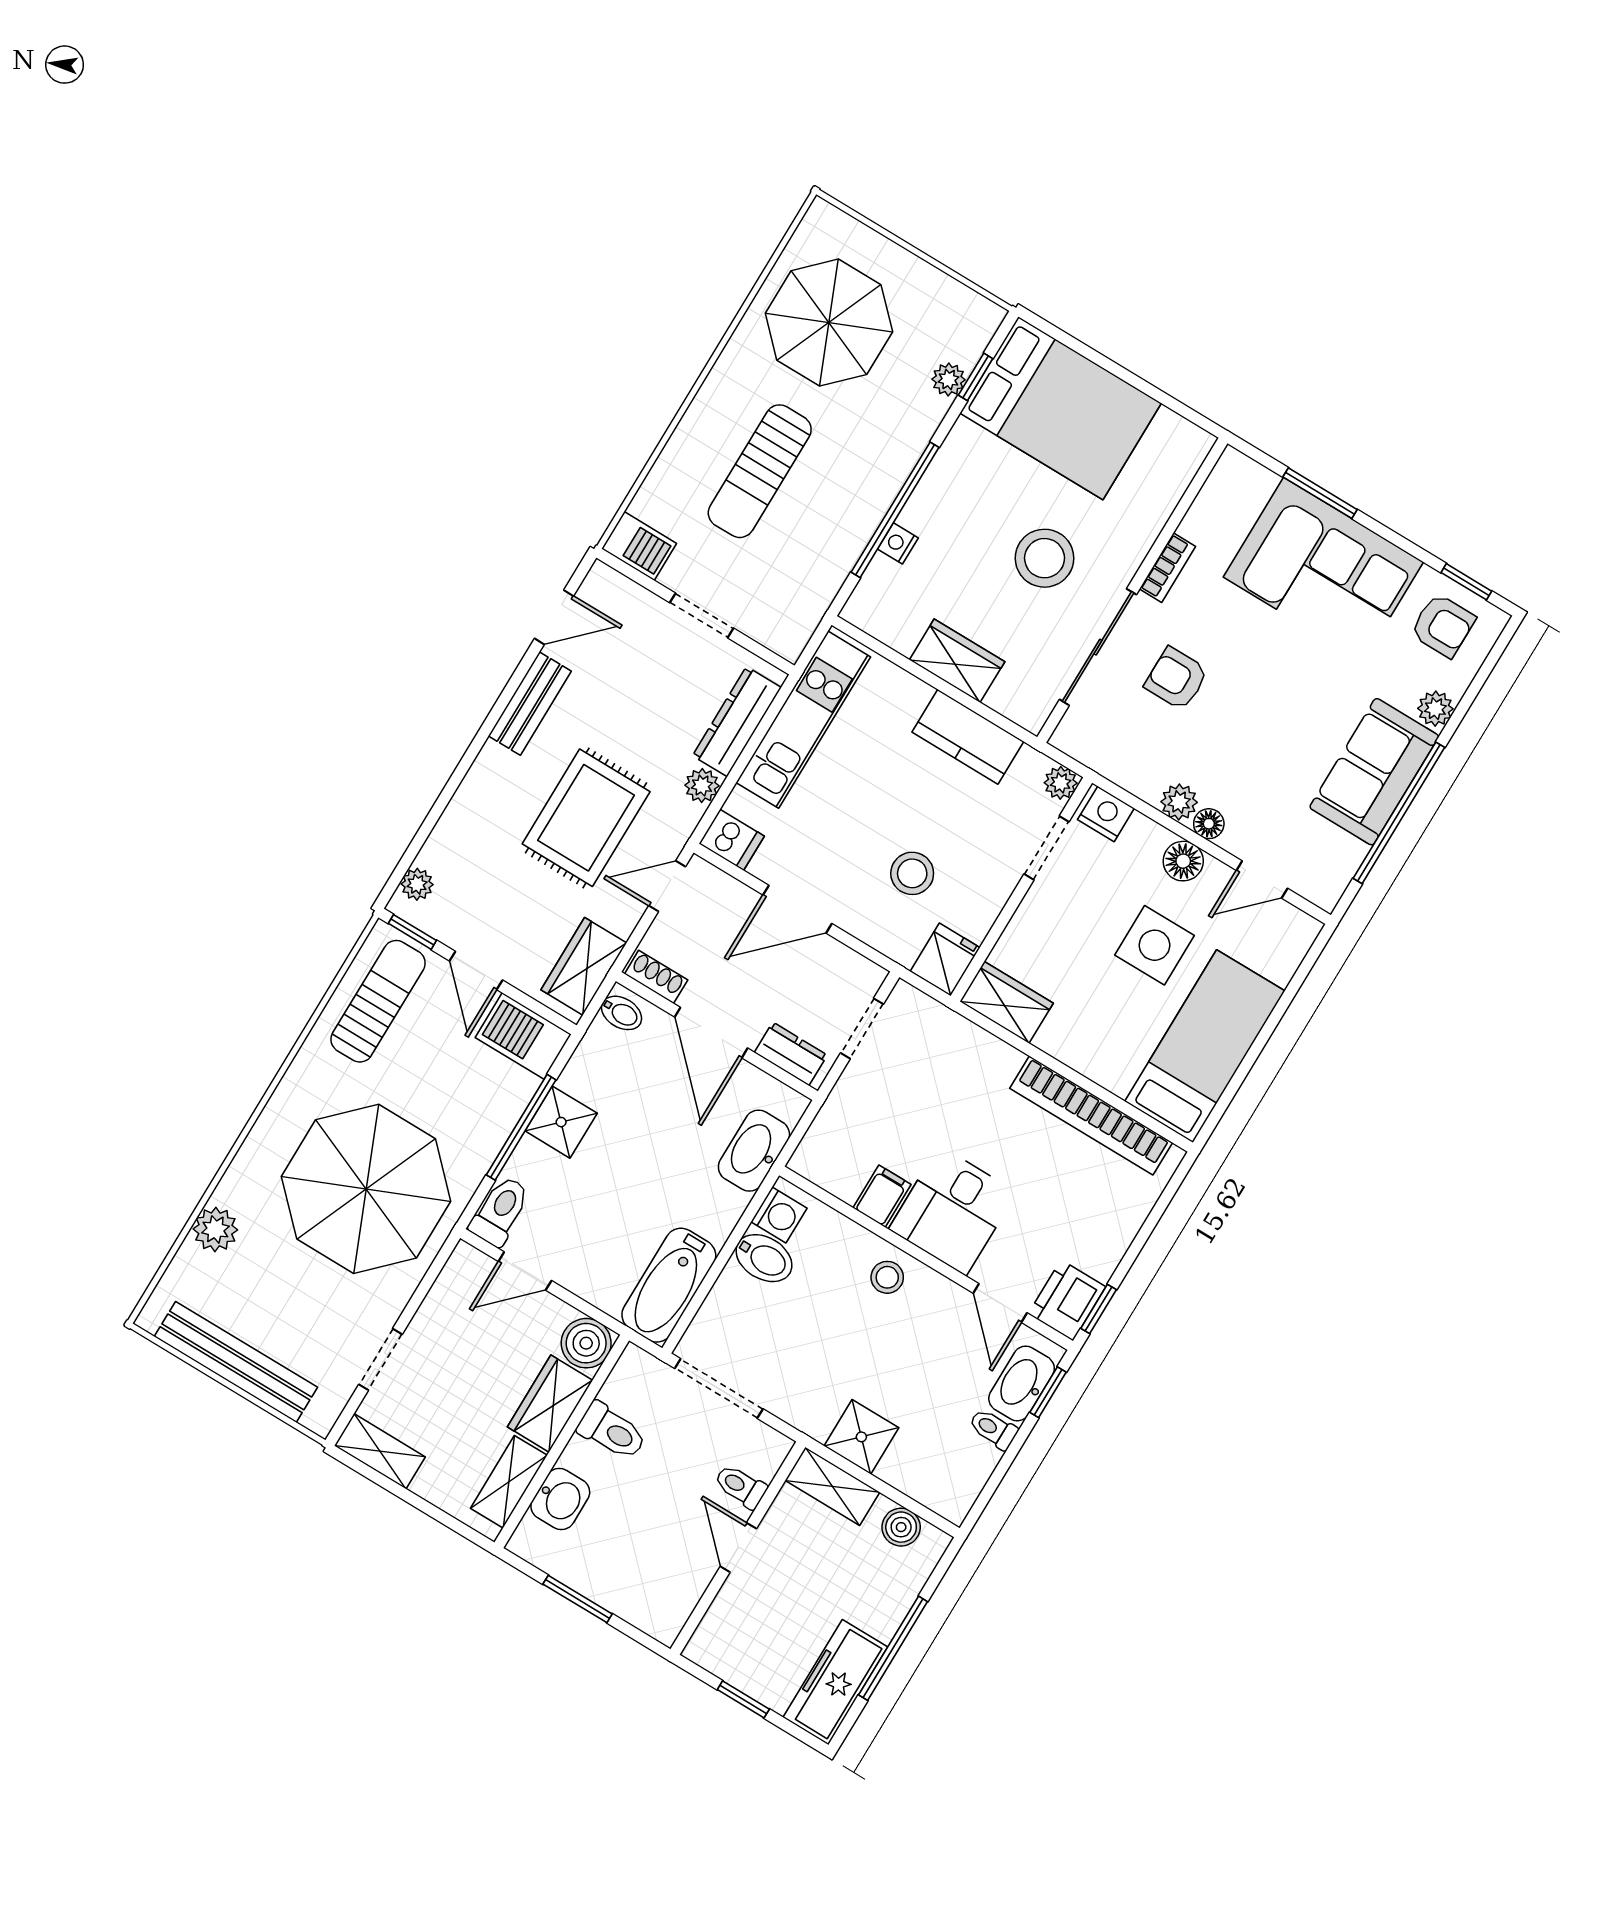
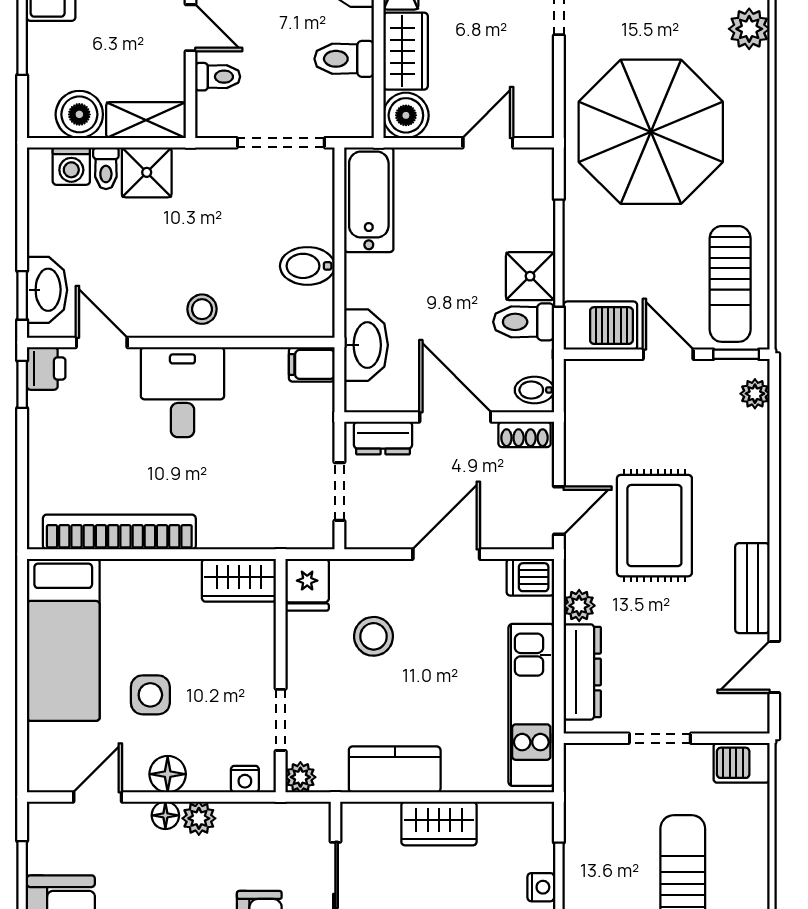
nightstand: (1106, 814) -> (245, 779), width x0.72, depth x0.74
side table: (1155, 945) -> (150, 695), width x0.73, depth x0.73
wardrobe: (584, 966) -> (586, 409), removed
filing cabinet: (882, 1196) -> (312, 364), moved, turned 90
toilet: (500, 1211) -> (524, 322), moved, turned 90
washing machine: (779, 1215) -> (71, 166), moved, turned -90
printer: (1067, 1300) -> (46, 369), width x0.73, depth x0.81
toilet: (993, 1429) -> (106, 168), moved, turned 90
boiler: (901, 1527) -> (79, 114), width x1.36, depth x1.36

